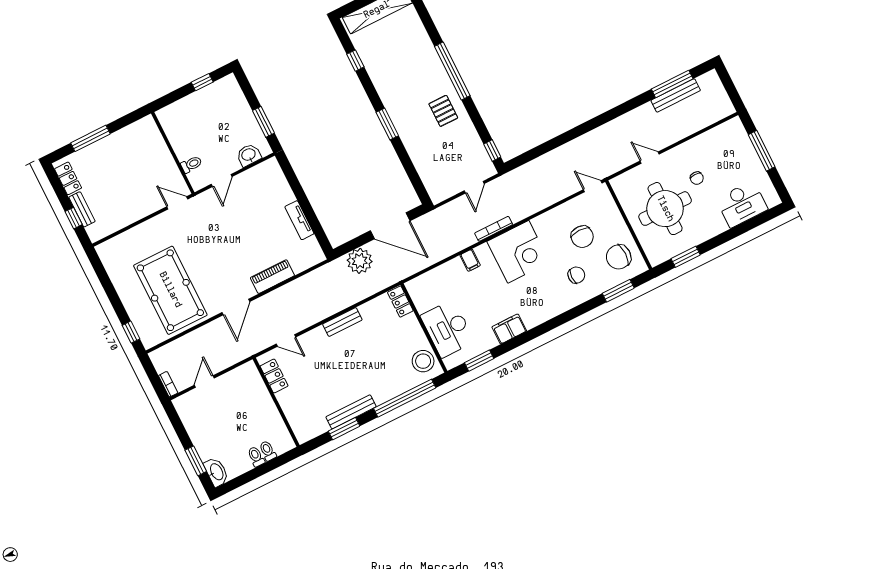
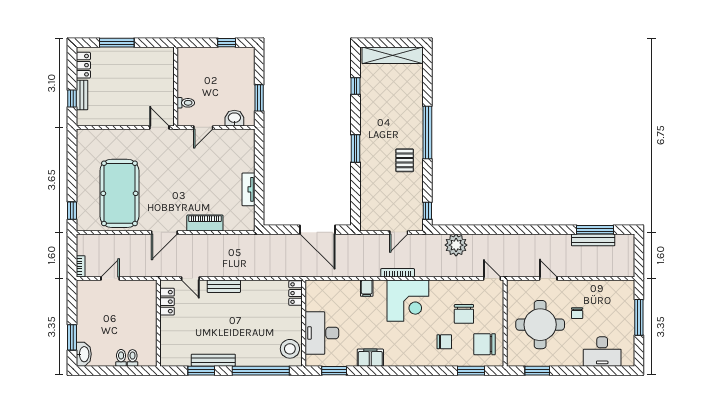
plant: (360, 261) -> (456, 245), moved
bench: (342, 322) -> (224, 286), moved

